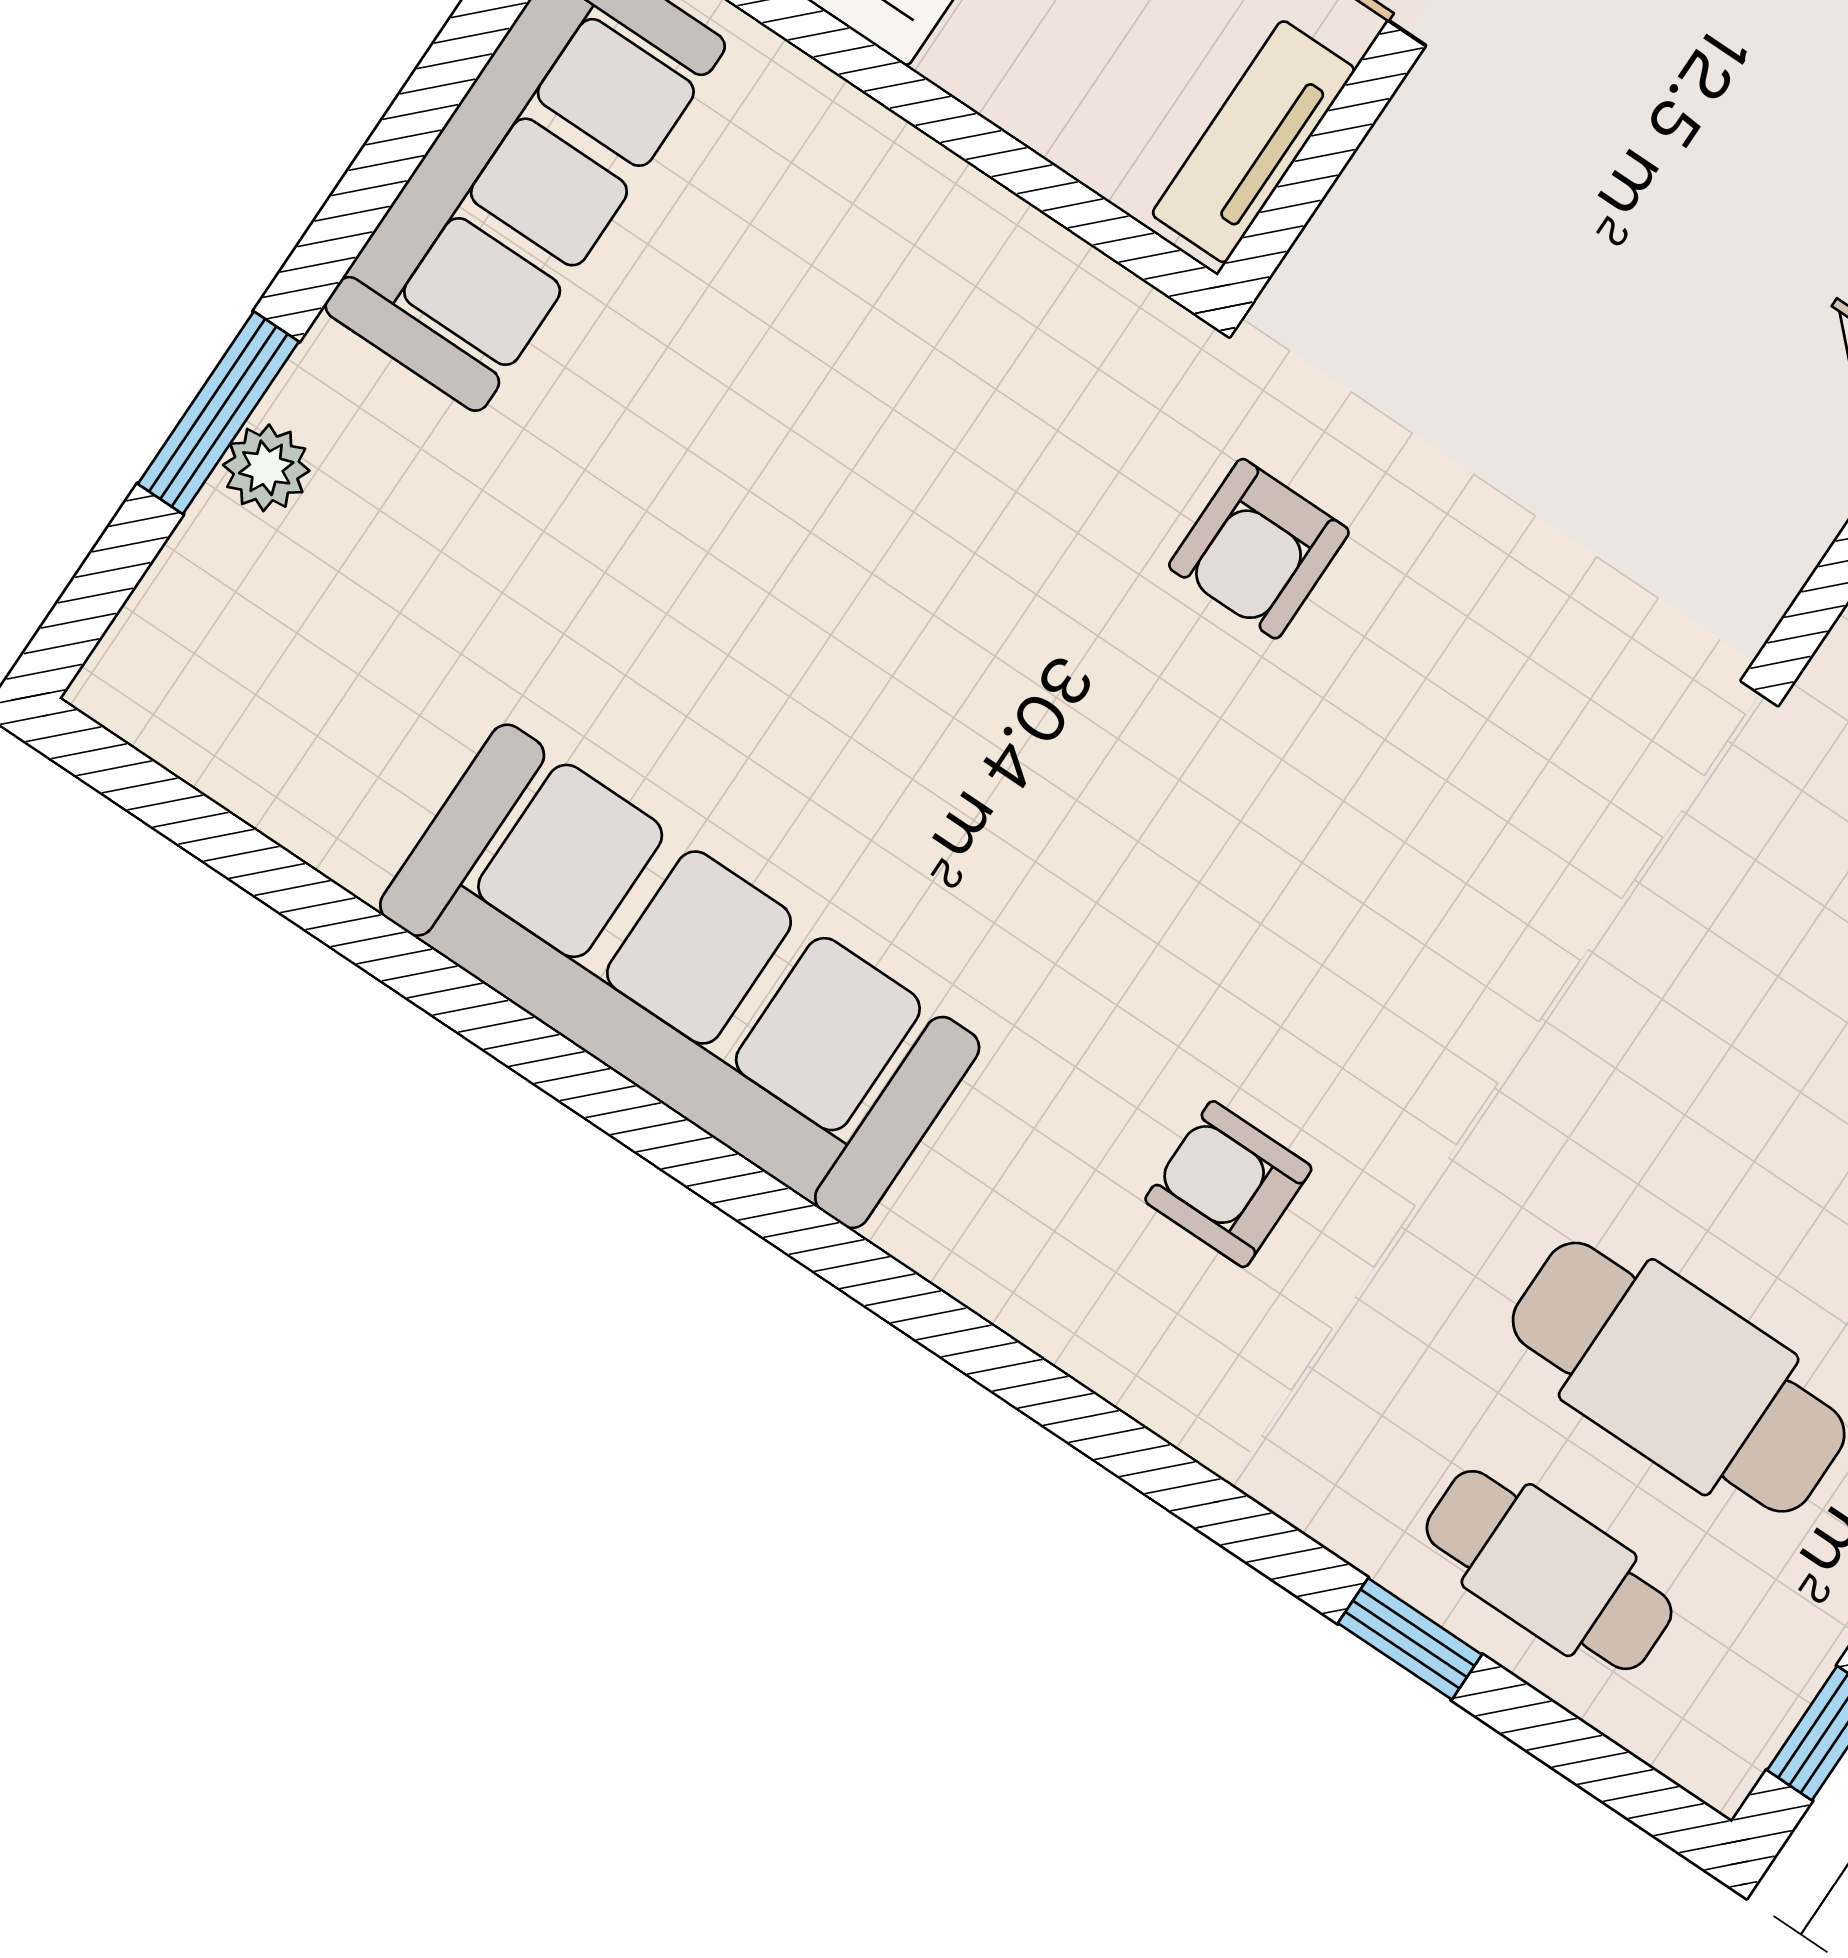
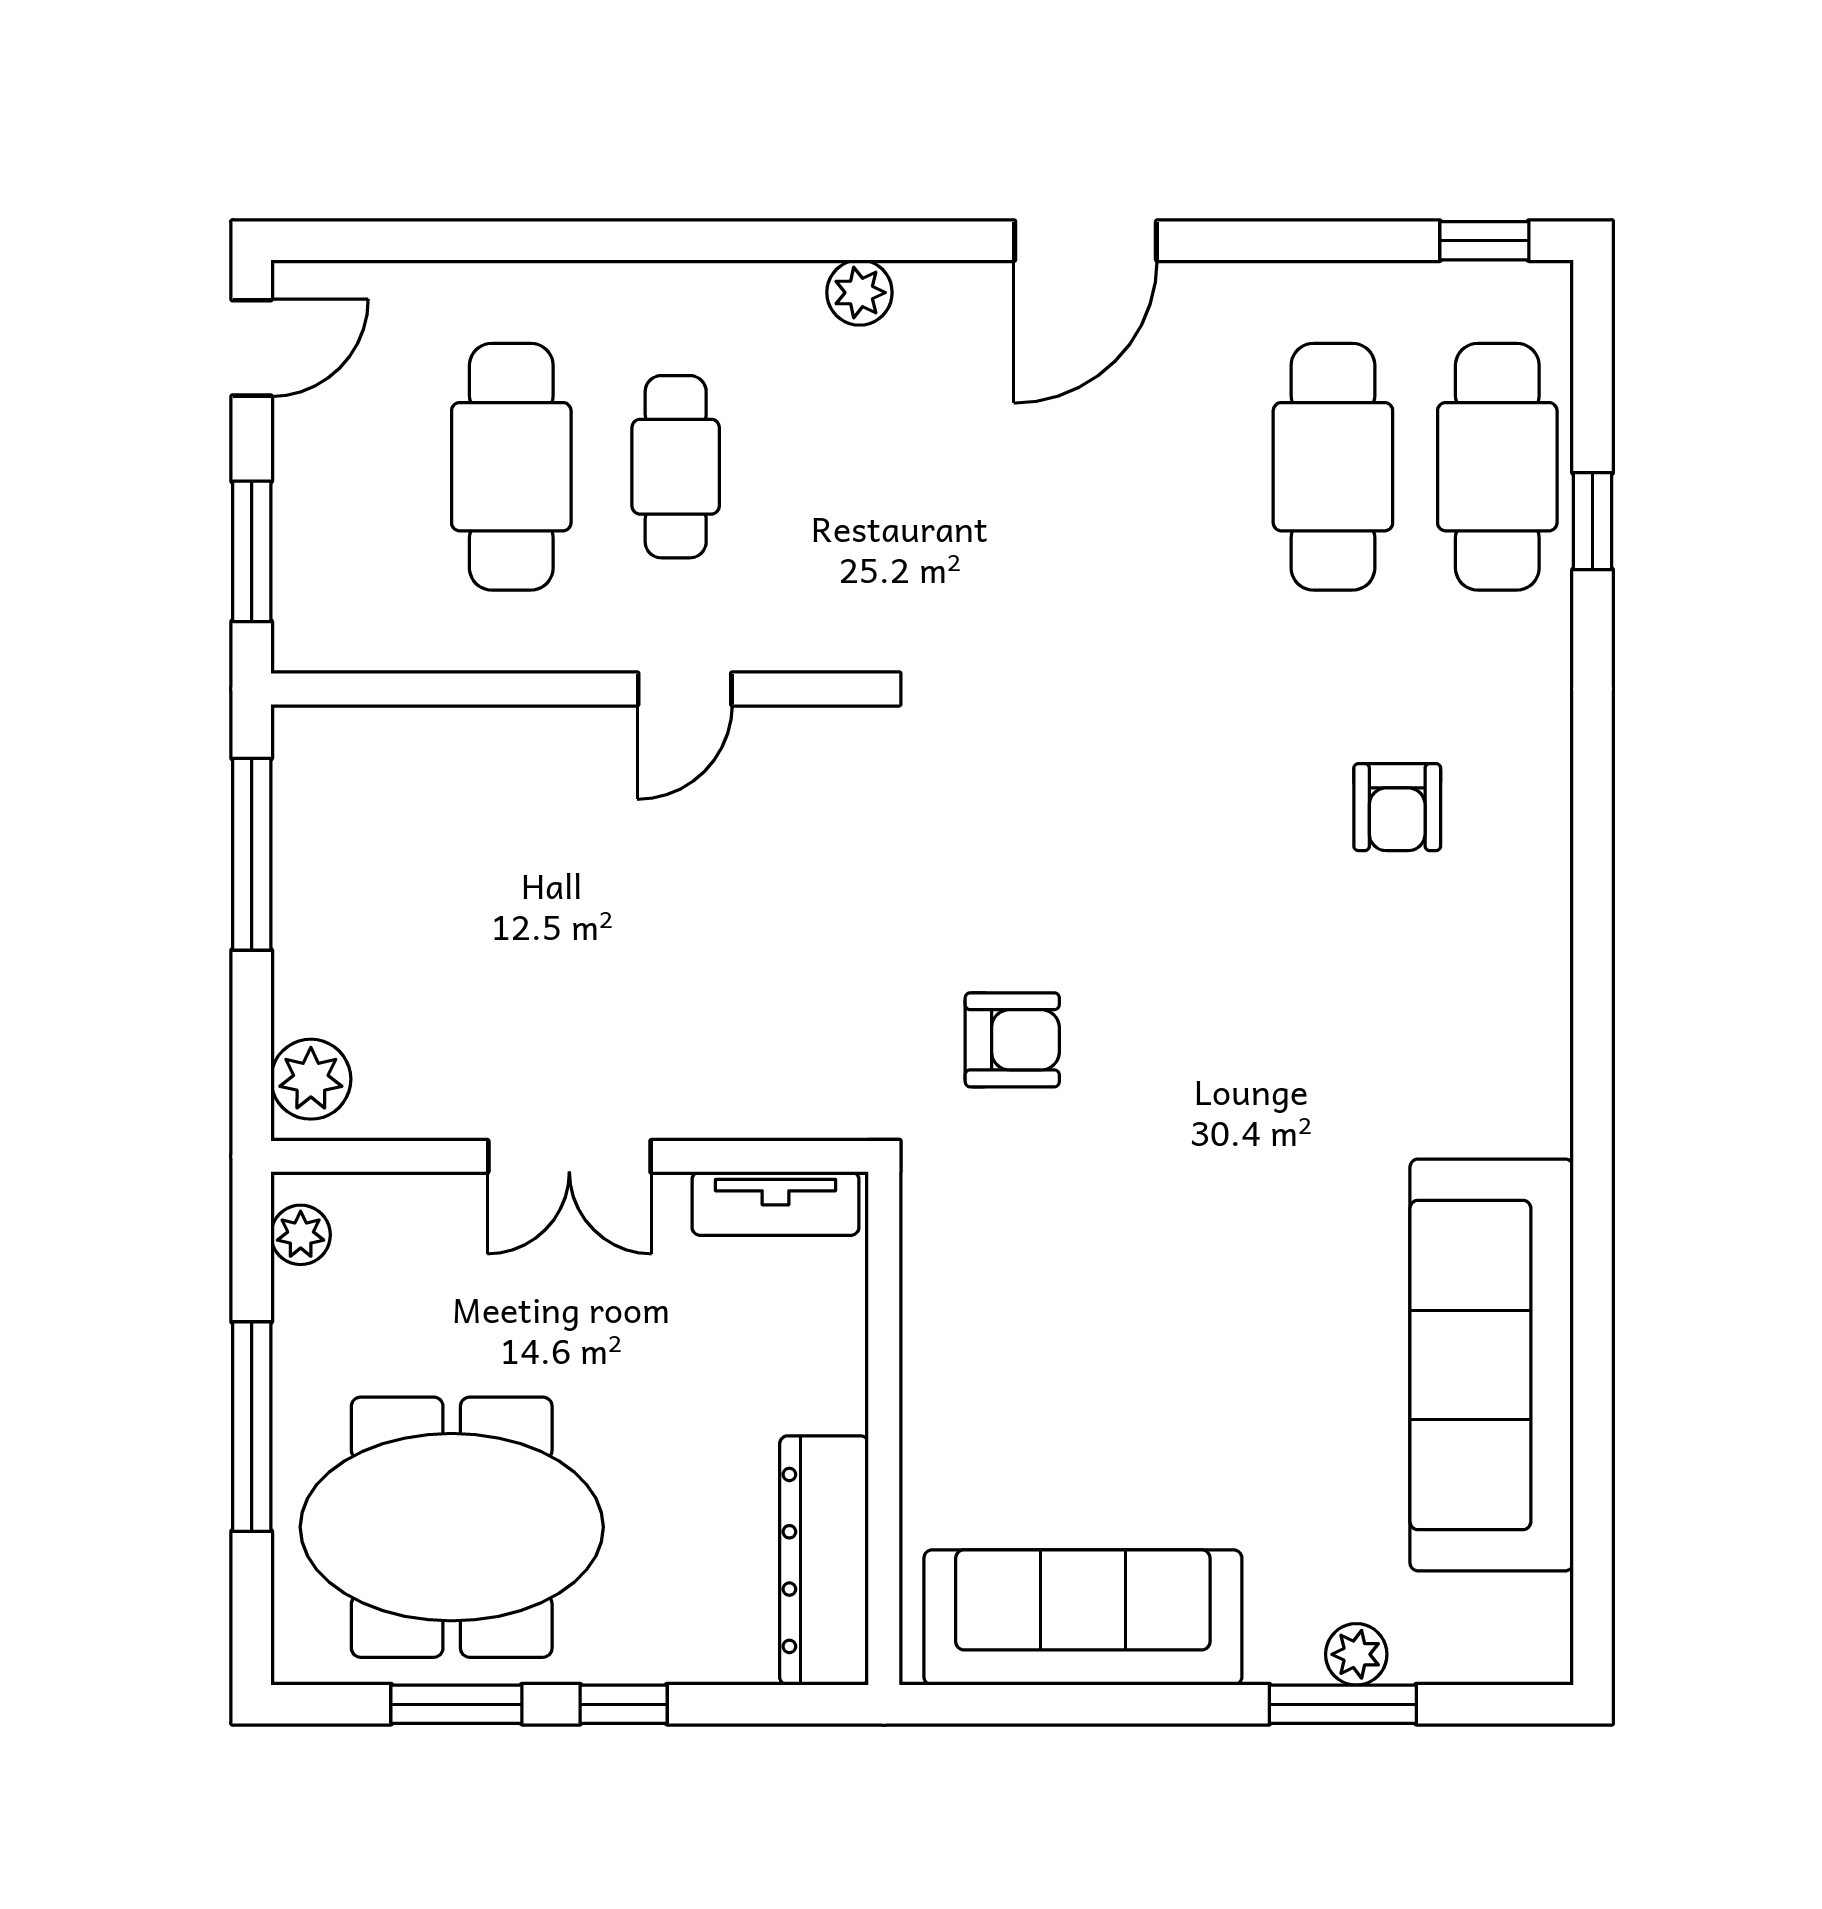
sofa: (680, 976) -> (1492, 1365), moved
cafe table: (1549, 1570) -> (1497, 467), width x1.37, depth x1.35

